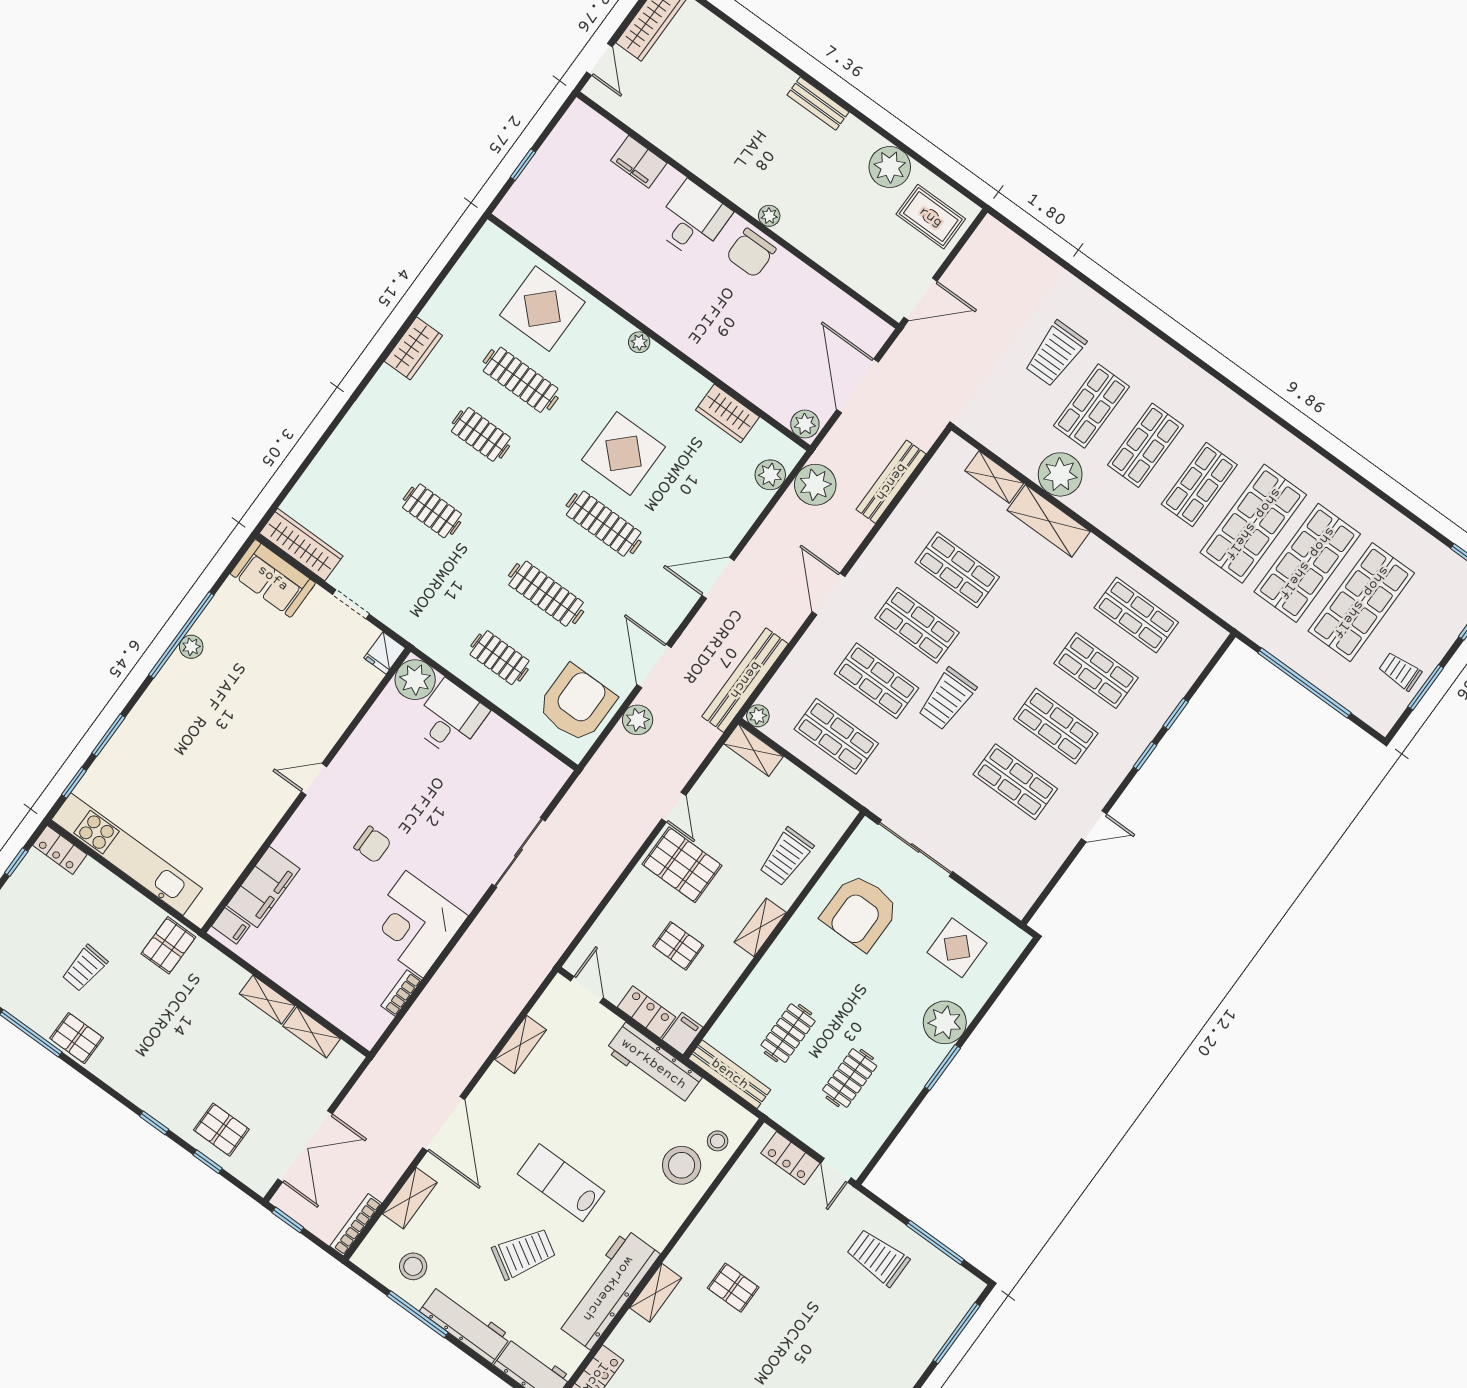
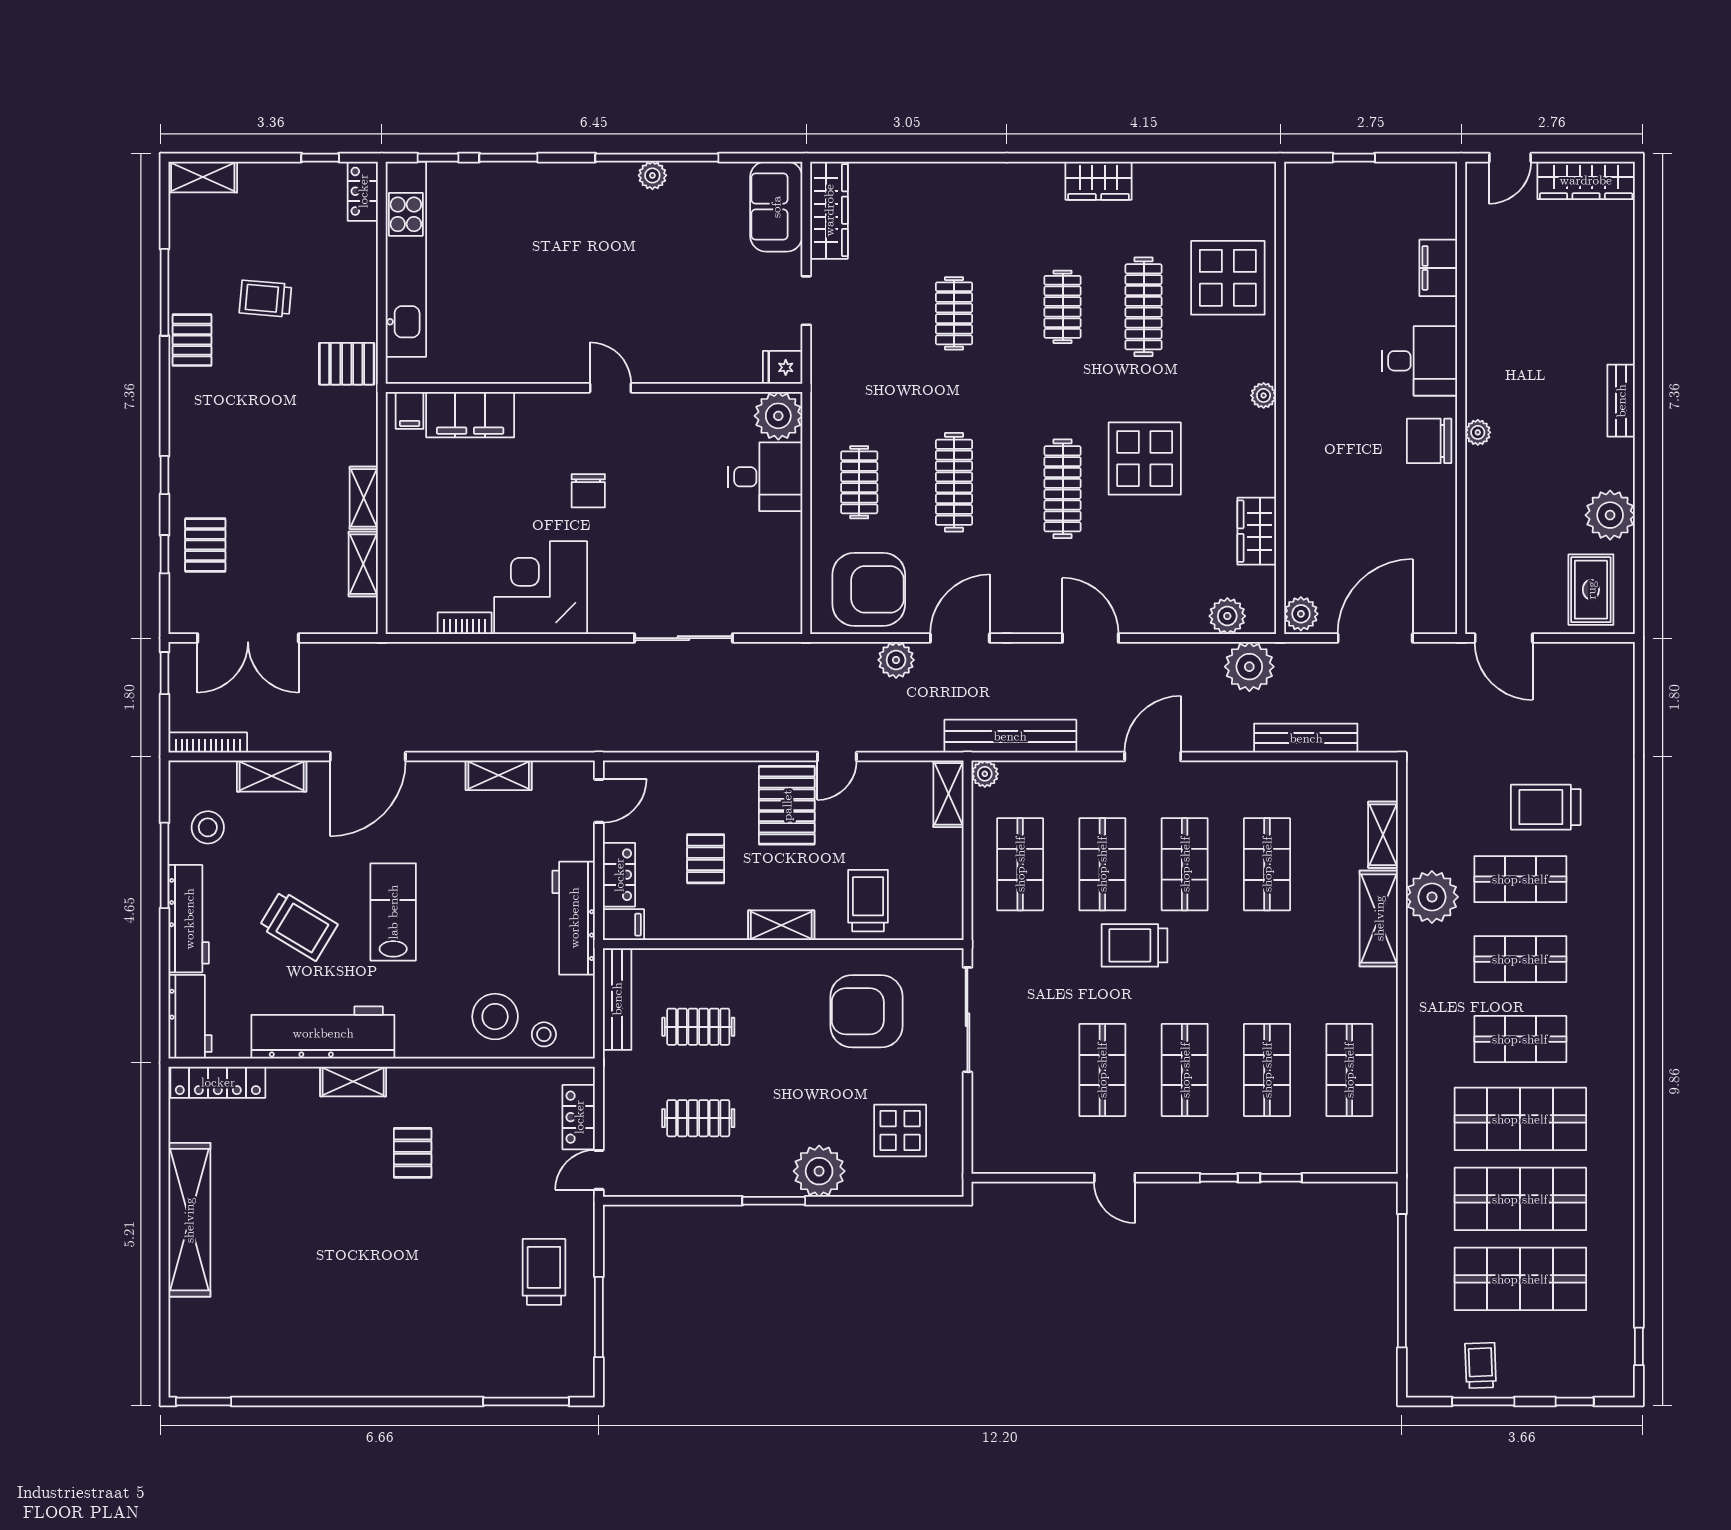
trolley: (786, 857) -> (868, 901), turned 90

